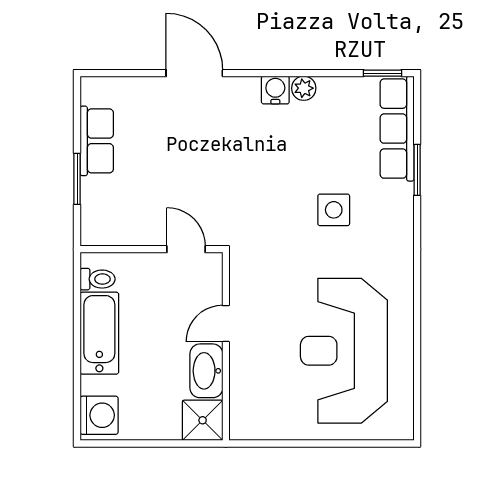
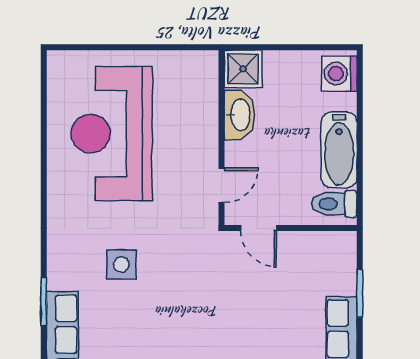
toilet: (98, 279) -> (334, 204), width x1.37, depth x1.39
door: (226, 324) -> (222, 185), moved
reception desk: (344, 351) -> (112, 134), turned 180

